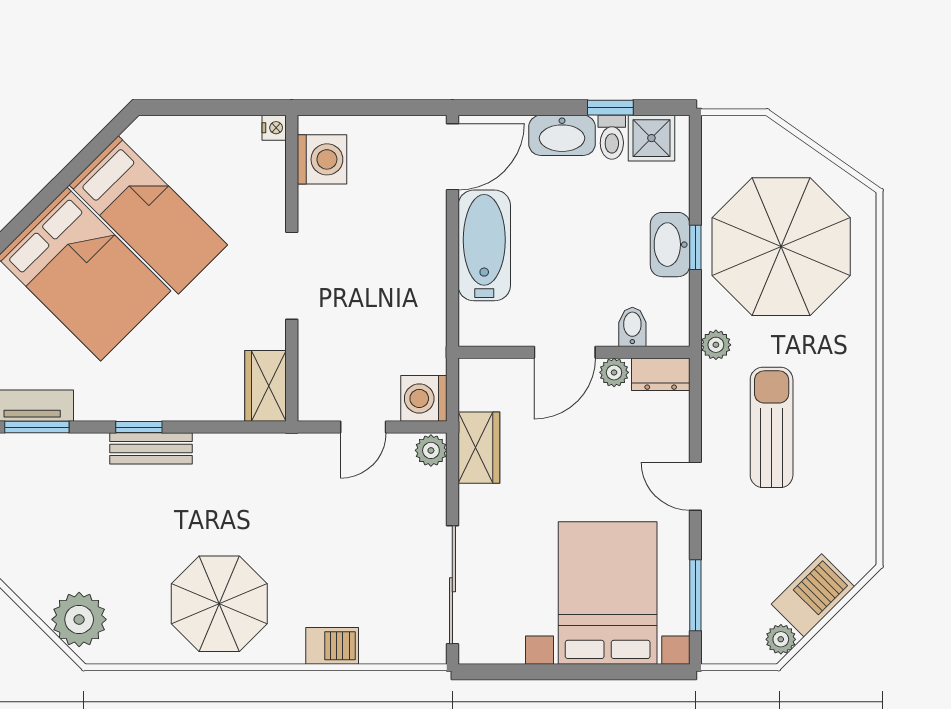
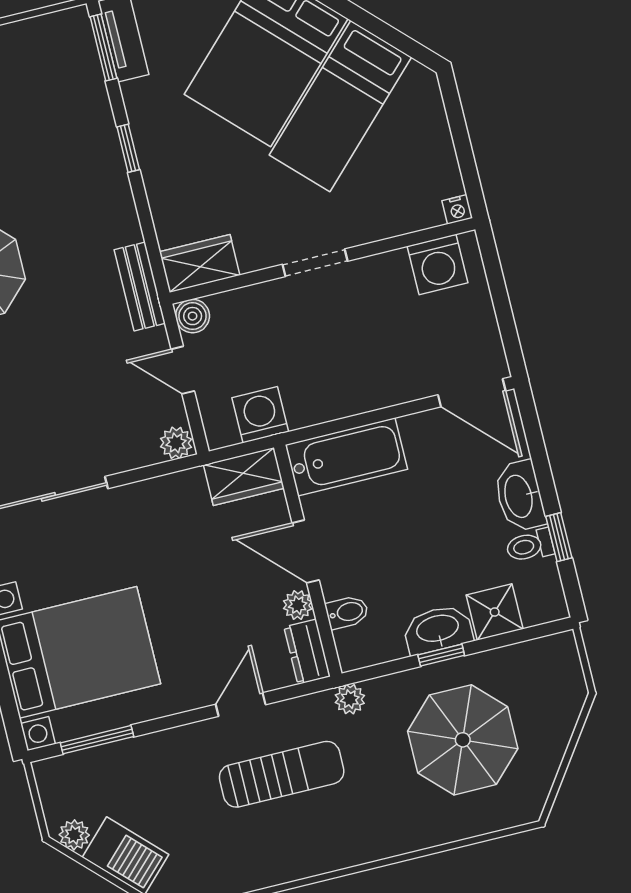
shower: (651, 138) -> (495, 612), moved
bathtub: (484, 245) -> (346, 457), moved
parasol: (781, 247) -> (463, 740), width x0.73, depth x0.73
doorway: (292, 276) -> (315, 263), width x0.73
washing machine: (424, 398) -> (260, 415), moved
boiler: (314, 405) -> (193, 316), added
bench: (151, 448) -> (140, 287), moved
wardrobe: (479, 448) -> (244, 476), moved
door: (695, 486) -> (241, 704), moved

